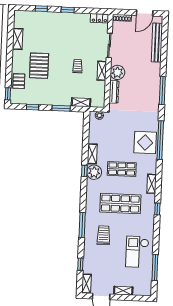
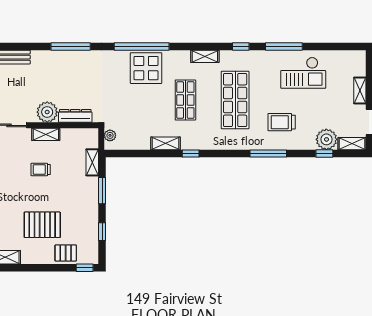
plant: (94, 172) -> (326, 139), moved
window: (155, 268) -> (284, 46), moved

